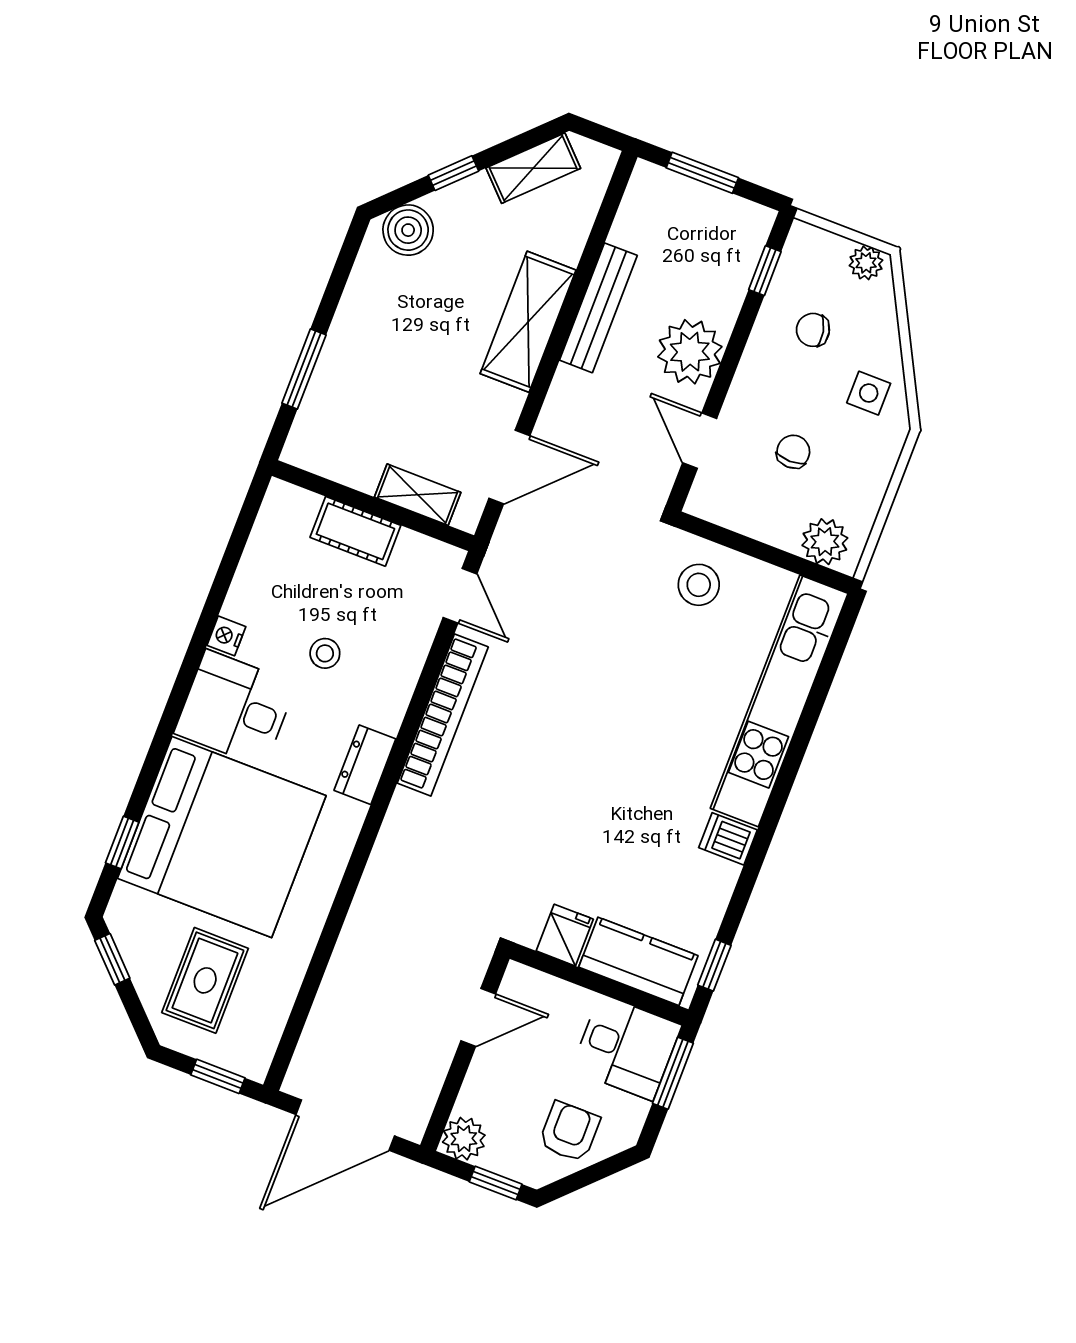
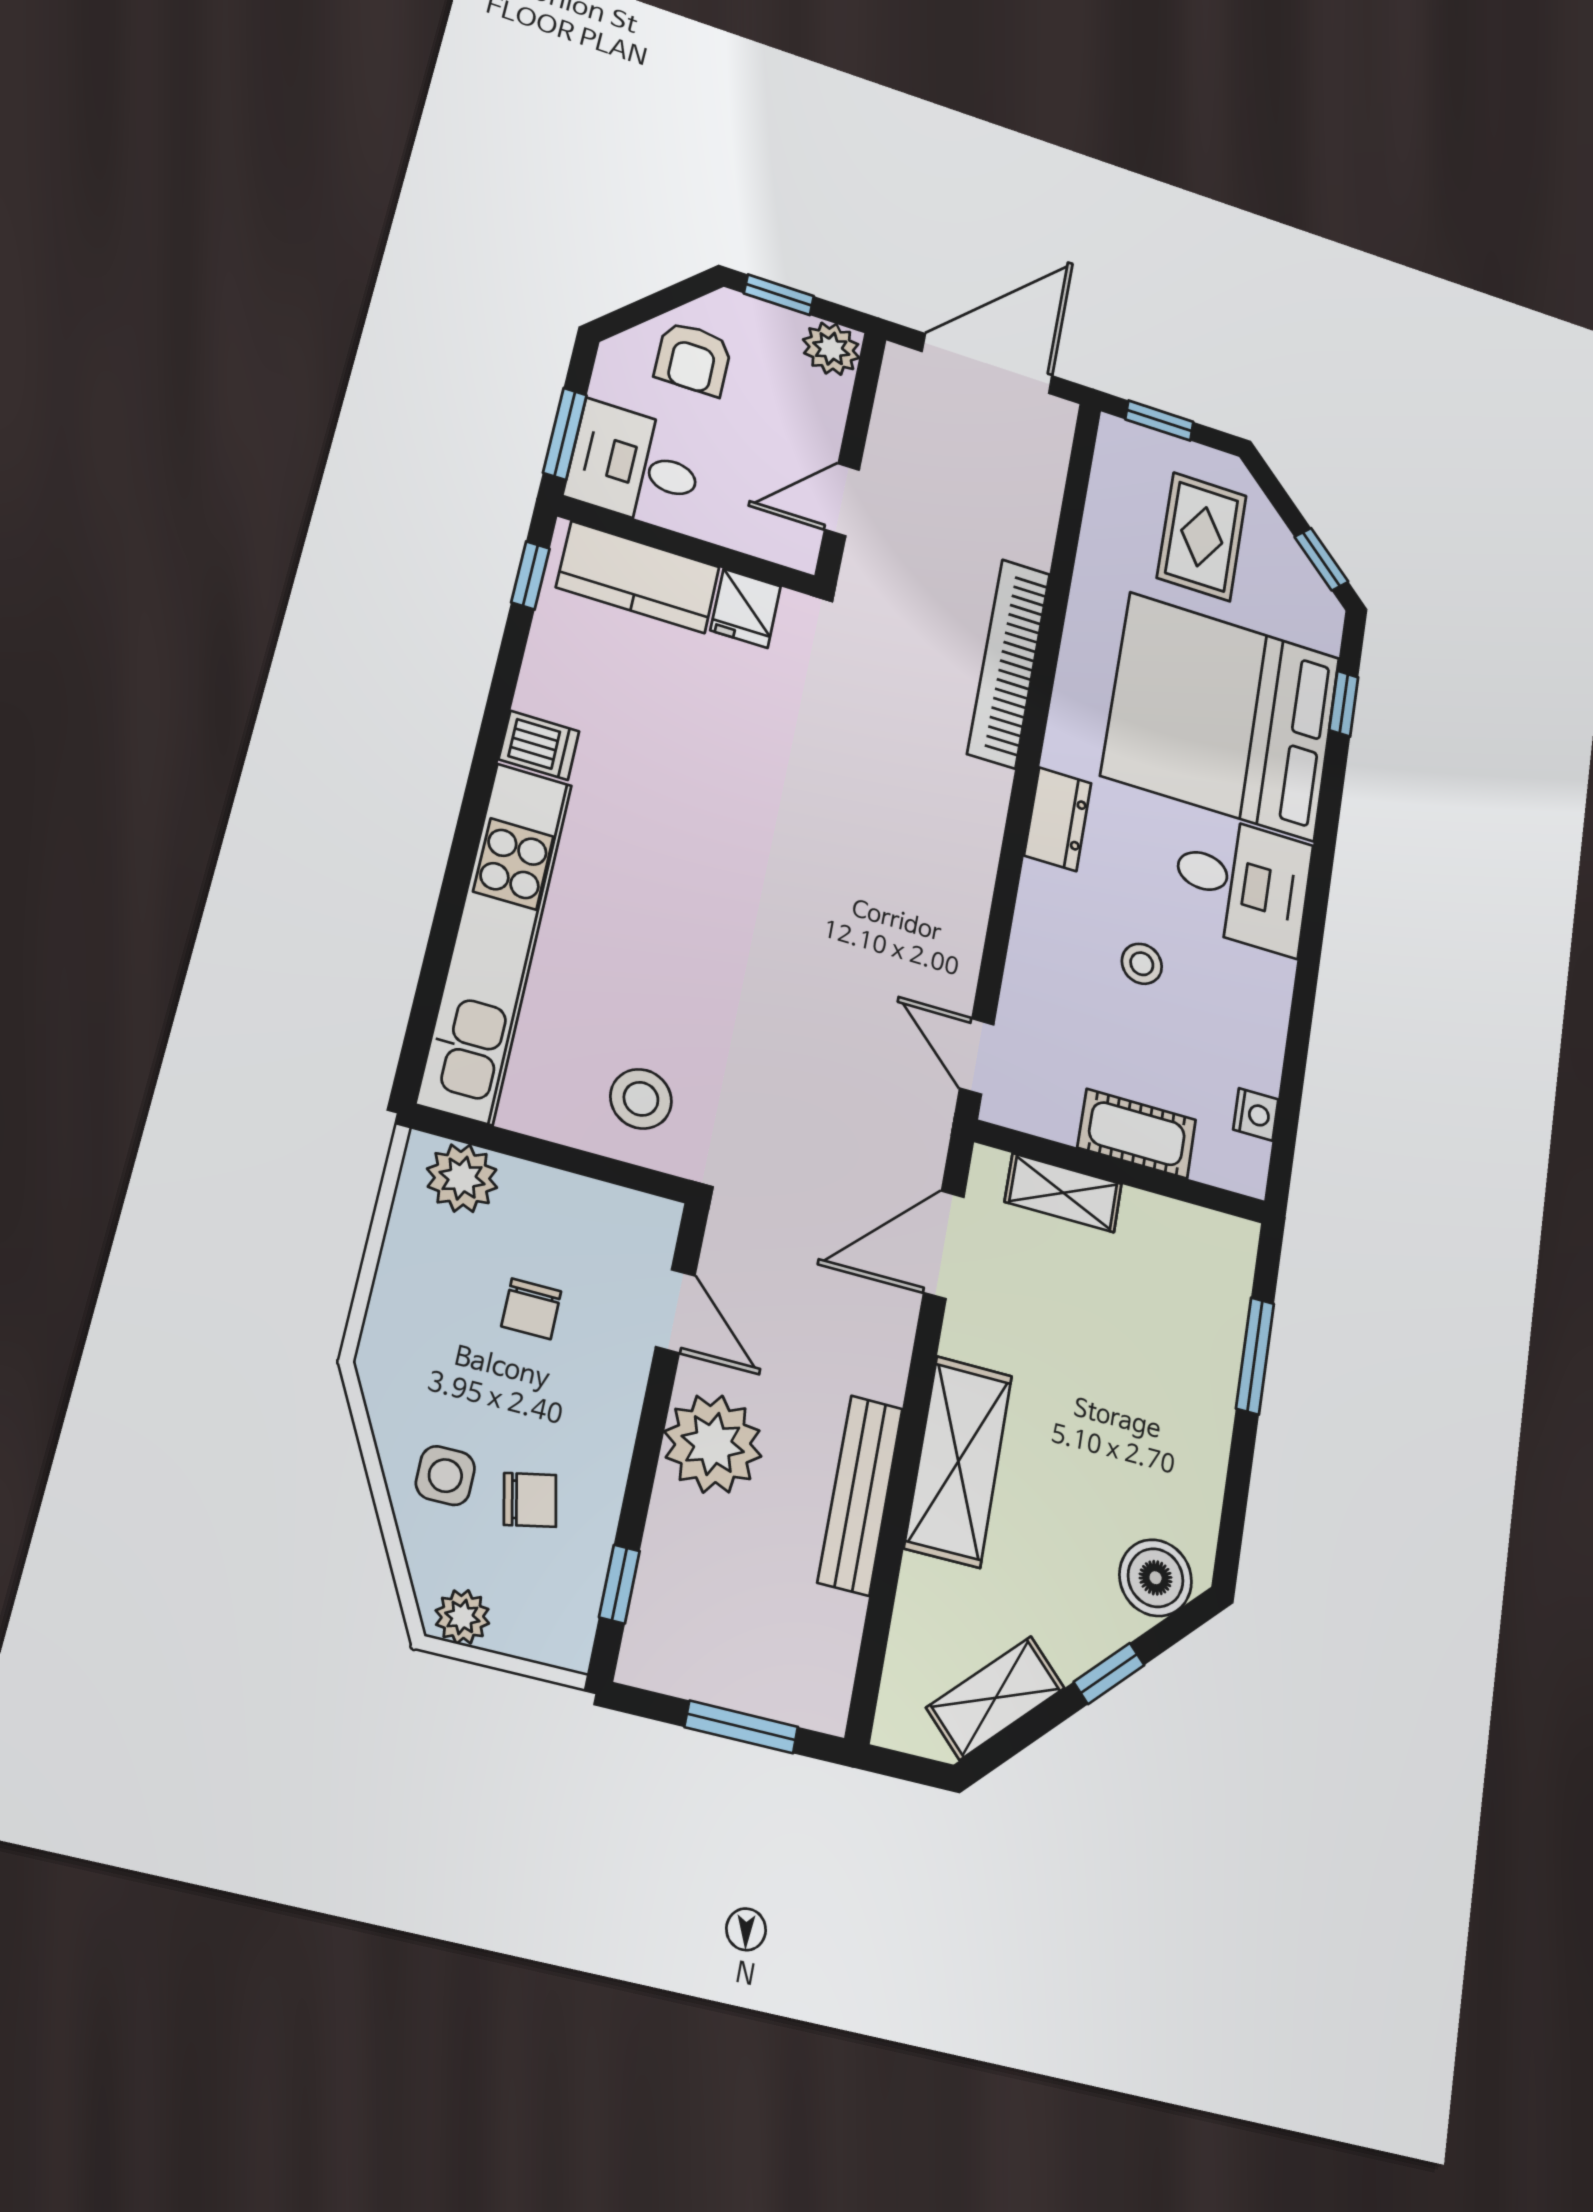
side table: (869, 393) -> (445, 1476), moved
nightstand: (226, 636) -> (1256, 1114), moved
bookcase: (443, 715) -> (1009, 663), moved

